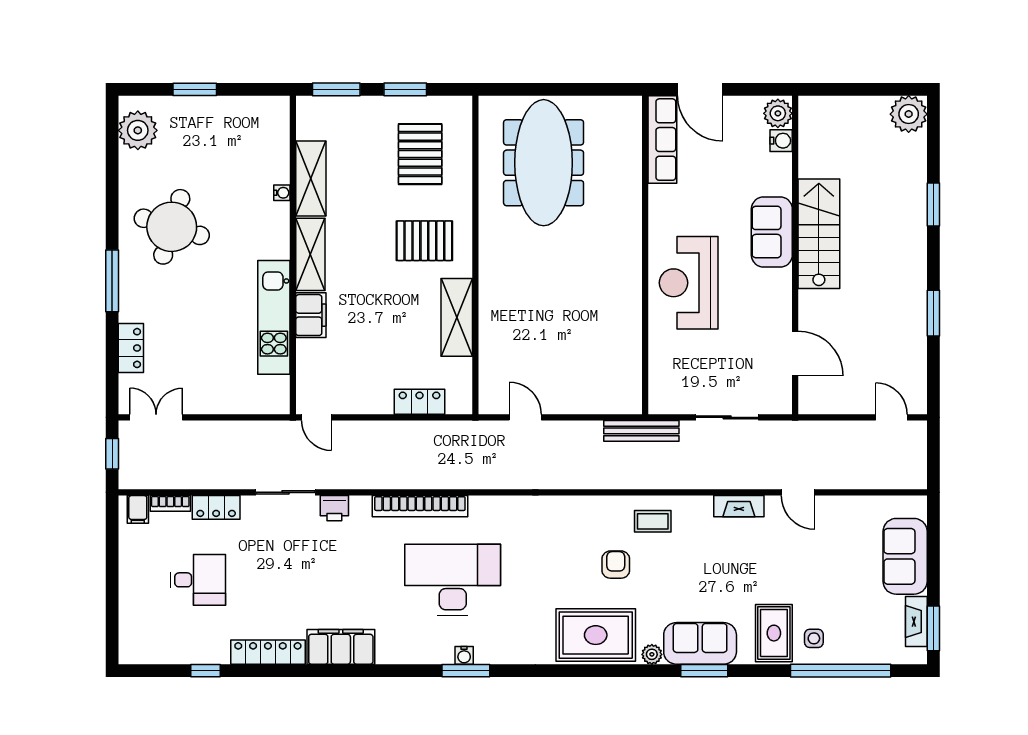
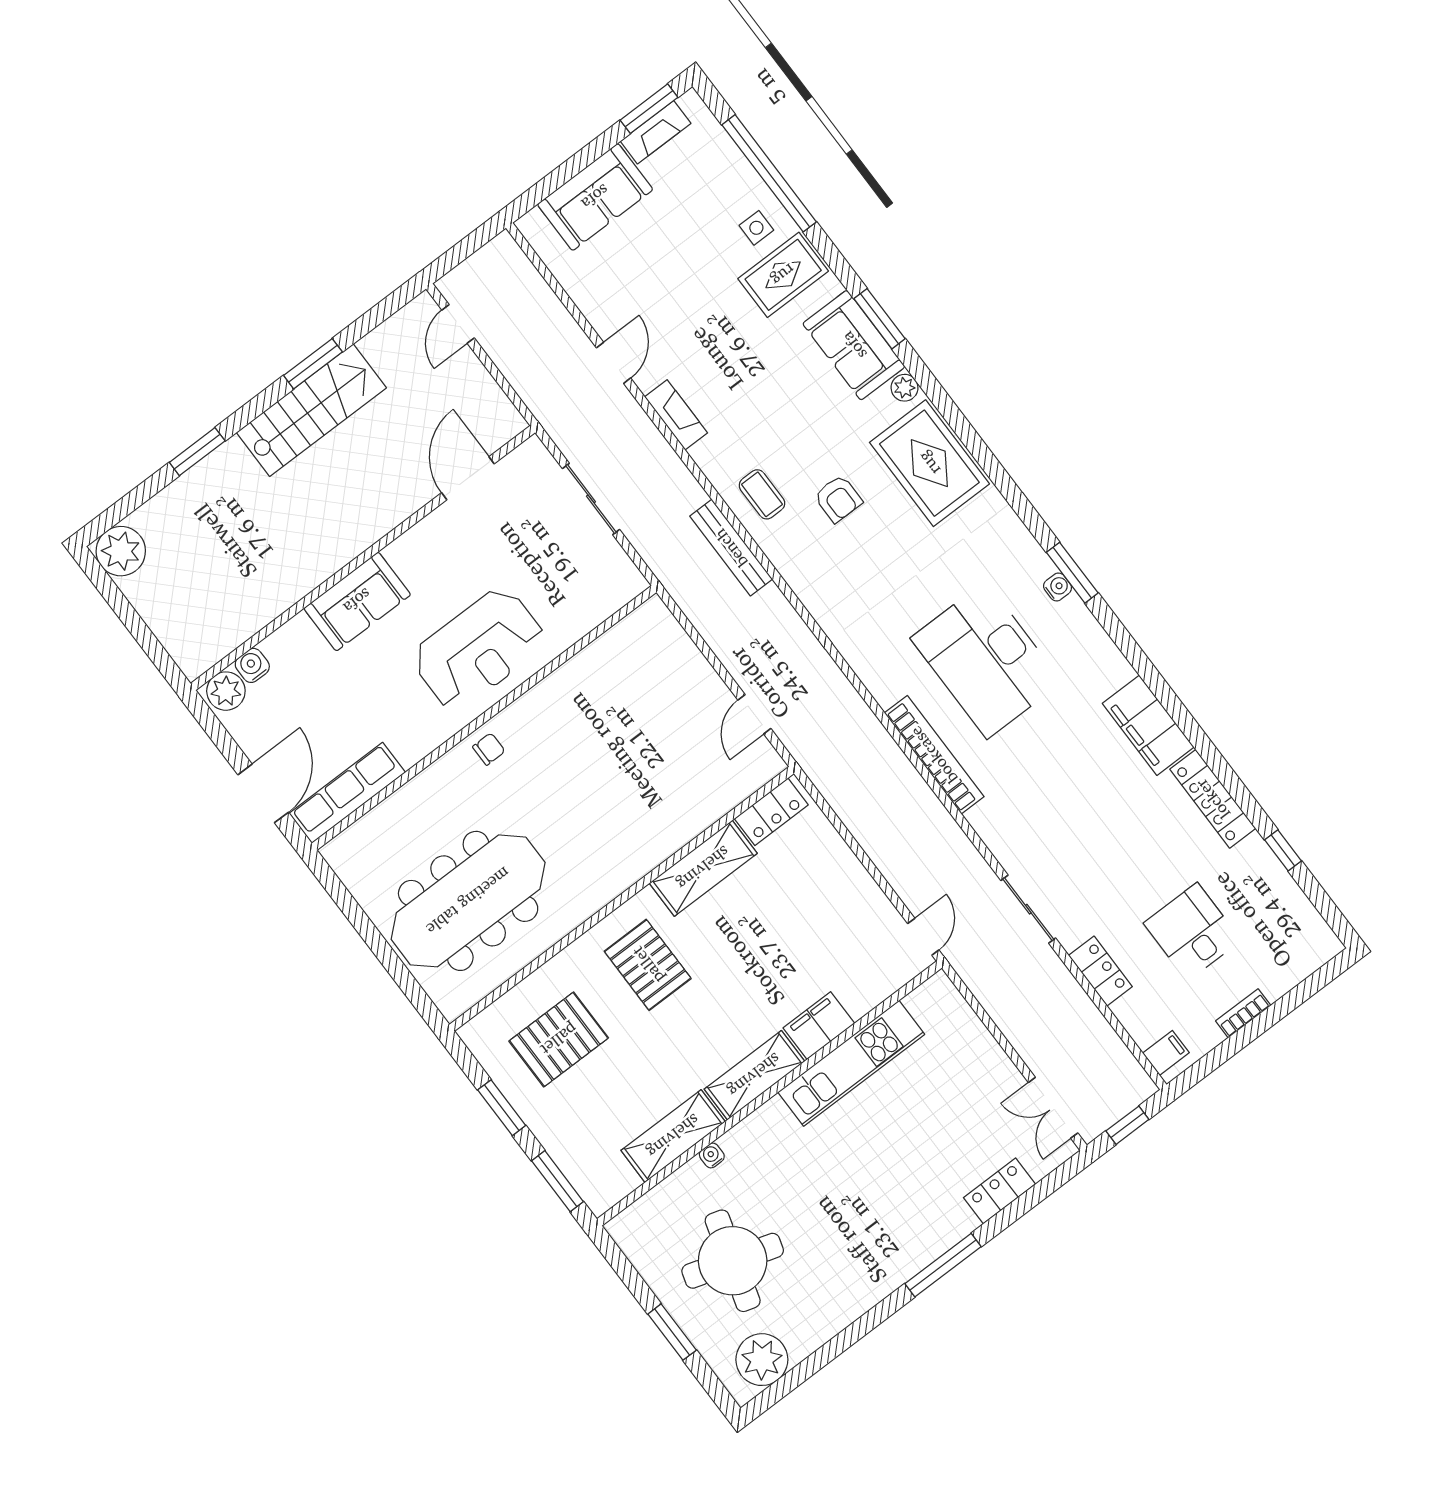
round table: (172, 227) -> (733, 1261), moved
stairs: (819, 234) -> (311, 410), moved, turned 180
chair: (625, 244) -> (489, 749), added
locker: (420, 402) -> (771, 812), moved, turned -90
bench: (641, 431) -> (731, 548), moved
bookcase: (170, 503) -> (1243, 1013), moved, turned -90
printer: (334, 508) -> (1006, 844), removed
armchair: (616, 565) -> (838, 499), turned -90

